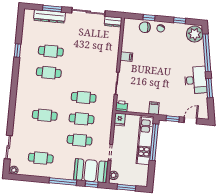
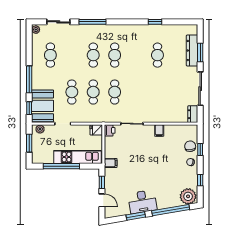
cafe table: (49, 73) -> (115, 55), moved
window: (12, 113) -> (92, 22), added
window: (154, 142) -> (61, 166), moved

